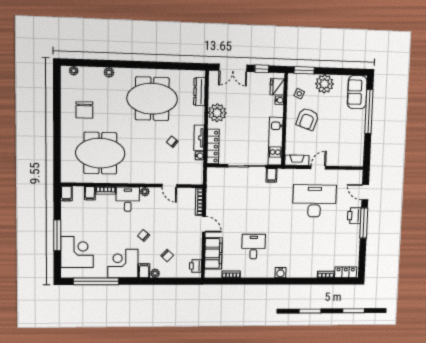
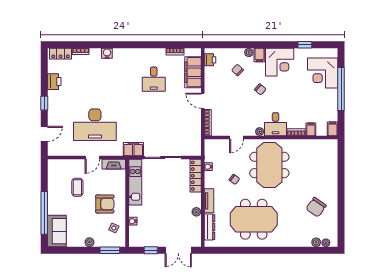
double door: (233, 68) -> (178, 250), swing flipped
plant: (109, 72) -> (316, 242), moved
plant: (324, 84) -> (89, 242), width x0.53, depth x0.53
fridge: (277, 87) -> (135, 234), removed
chair: (84, 110) -> (316, 207), turned -145
plant: (217, 113) -> (196, 212), width x0.53, depth x0.53
armchair: (307, 119) -> (105, 204), turned 71
coffee table: (335, 137) -> (77, 187), added
tv unit: (199, 138) -> (209, 201), moved
meeting table: (100, 153) -> (269, 165), moved, turned 90
filing cabinet: (271, 175) -> (133, 149), width x2.00
door: (169, 186) -> (236, 137), swing flipped
door: (365, 192) -> (44, 134), hinge flipped
printer: (354, 216) -> (54, 82), moved
window: (364, 223) -> (44, 103), width x0.46
window: (57, 235) -> (341, 89), width x1.46
water cooler: (280, 273) -> (107, 53), moved
window: (96, 281) -> (305, 45), width x0.32

